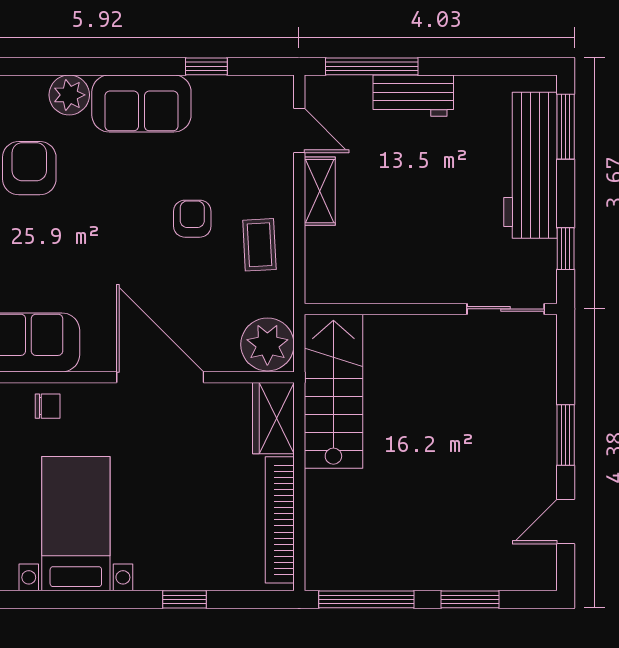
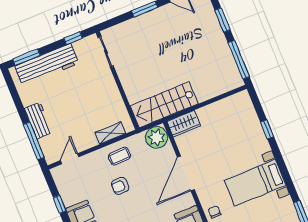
shelving: (320, 191) -> (110, 133), moved
bookcase: (280, 520) -> (222, 105), removed

